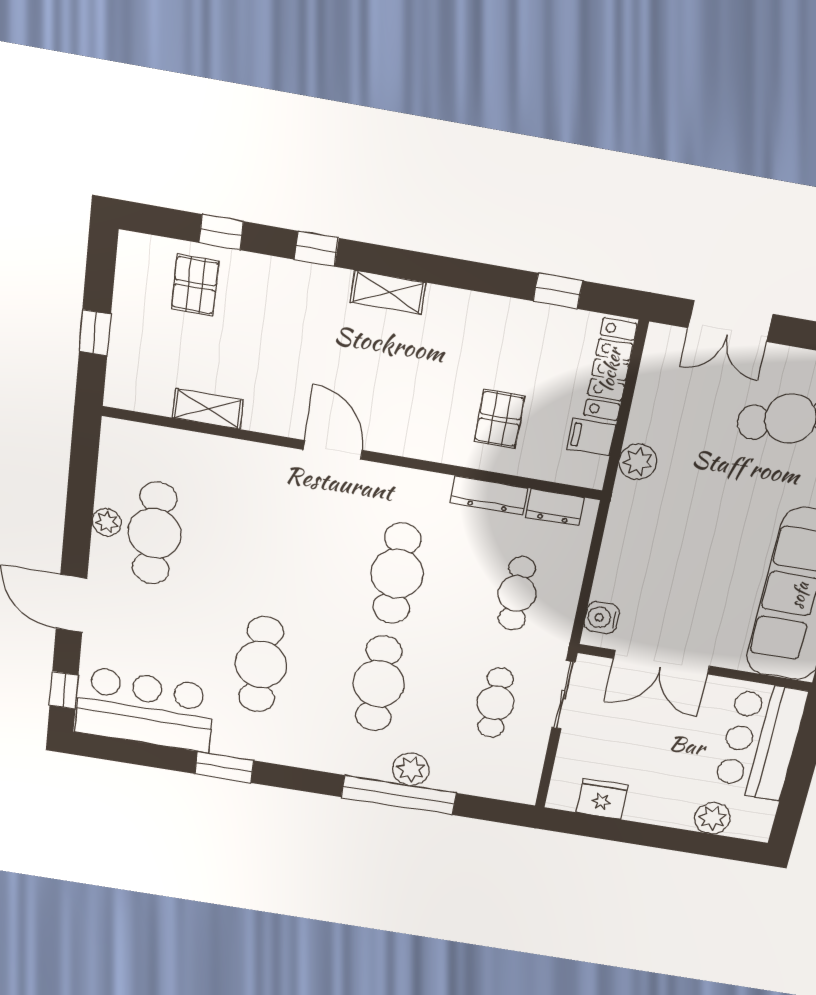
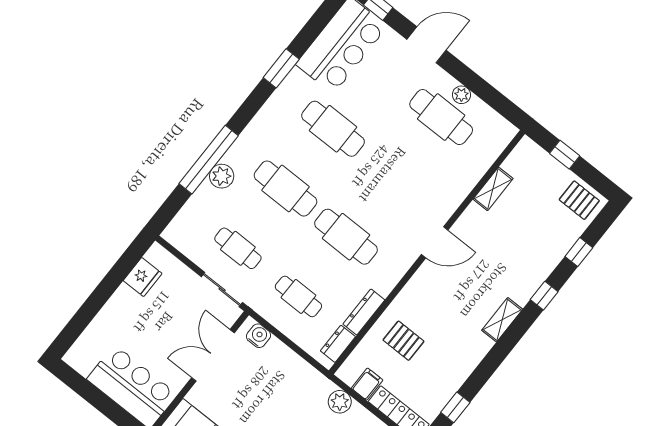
pallet: (195, 285) -> (579, 200), moved
plant: (712, 818) -> (95, 335), removed

